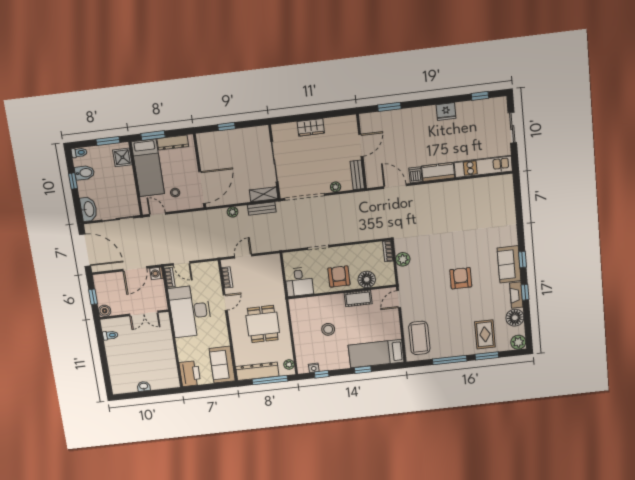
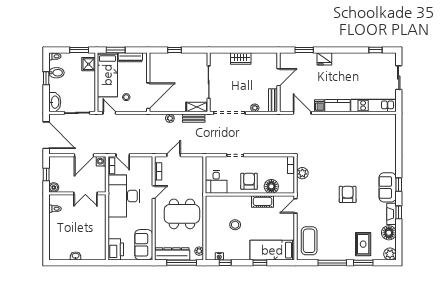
fridge: (446, 111) -> (324, 59), moved
dining table: (263, 324) -> (182, 214), width x1.37

